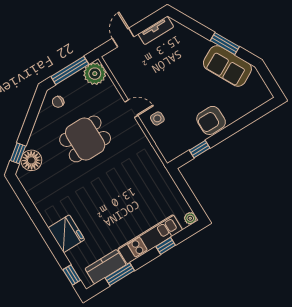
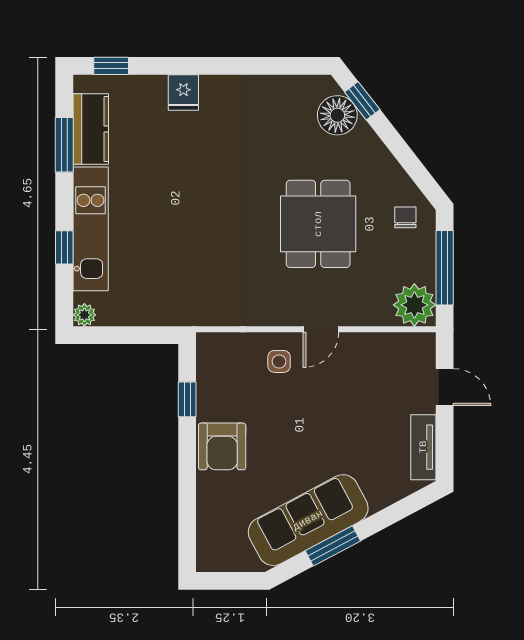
sofa: (227, 66) -> (308, 520), width x1.36
armchair: (211, 120) -> (222, 446), turned 180
fridge: (66, 234) -> (183, 93), width x0.53, depth x0.75

